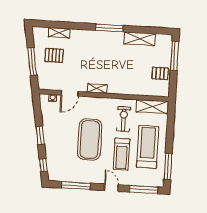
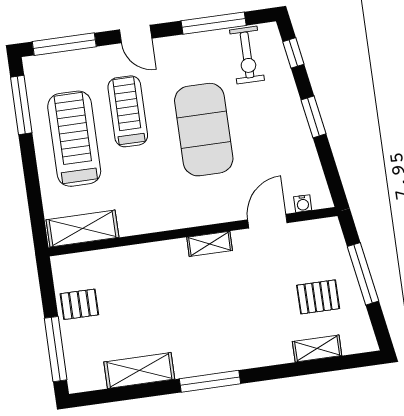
exercise bike: (124, 119) -> (247, 55), moved
treadmill: (148, 147) -> (74, 139), turned 180

